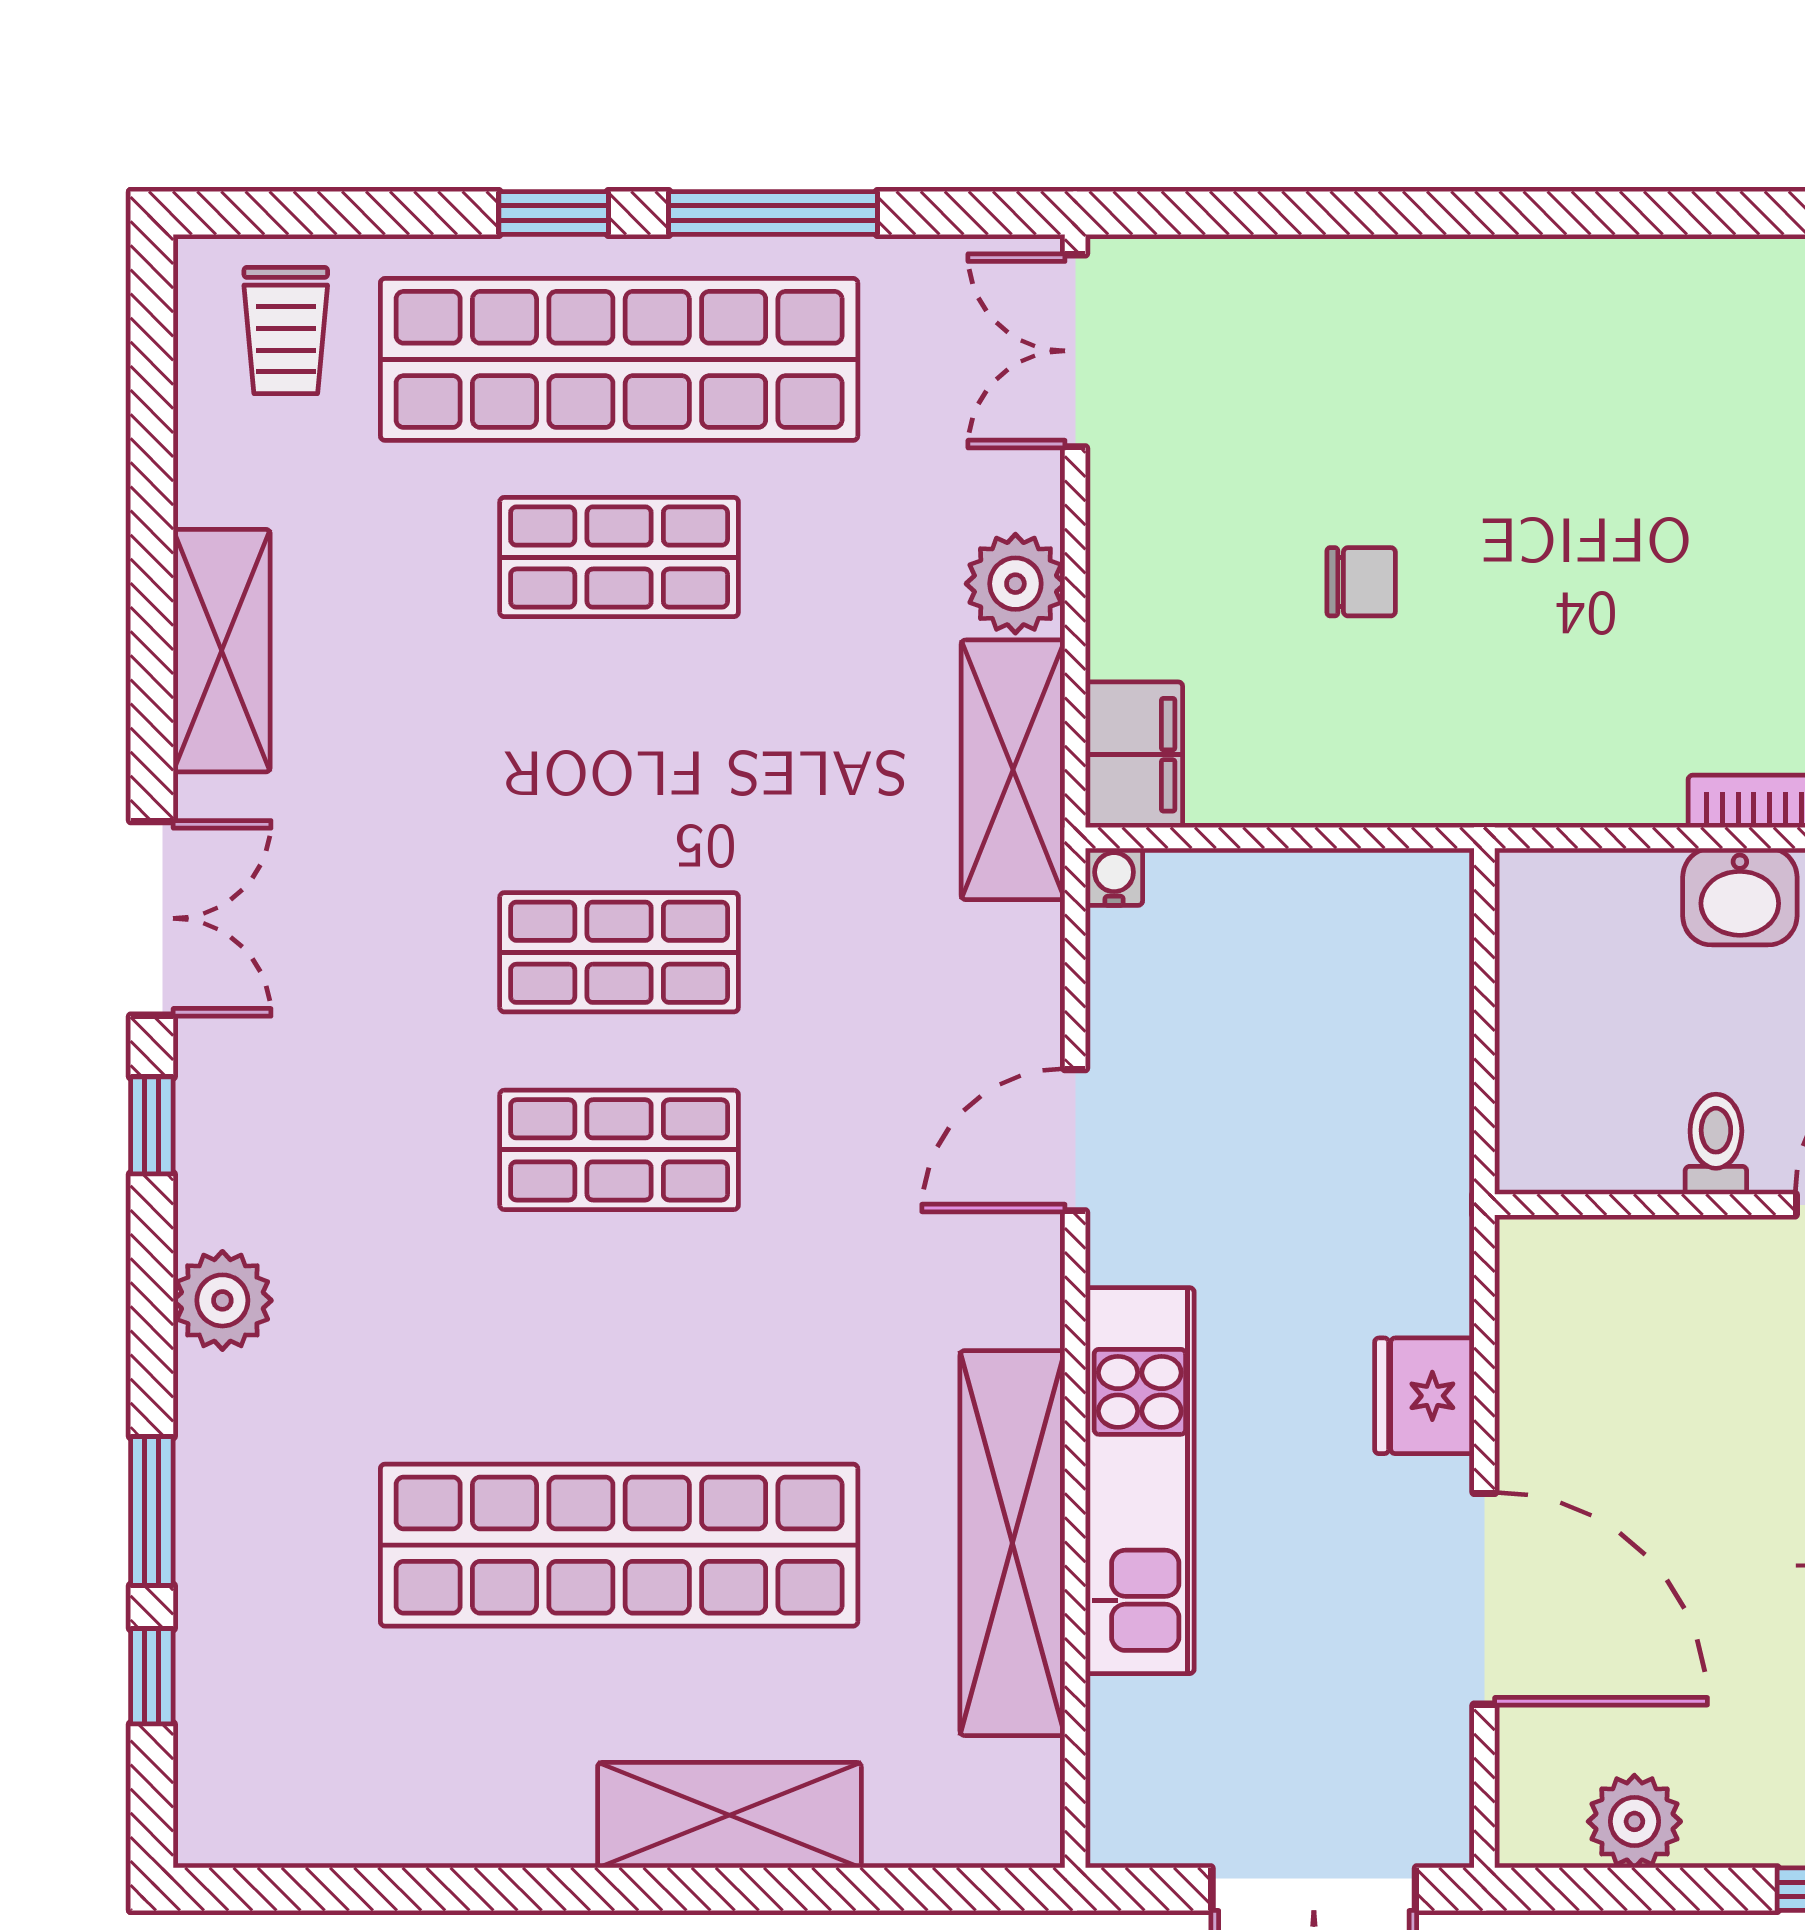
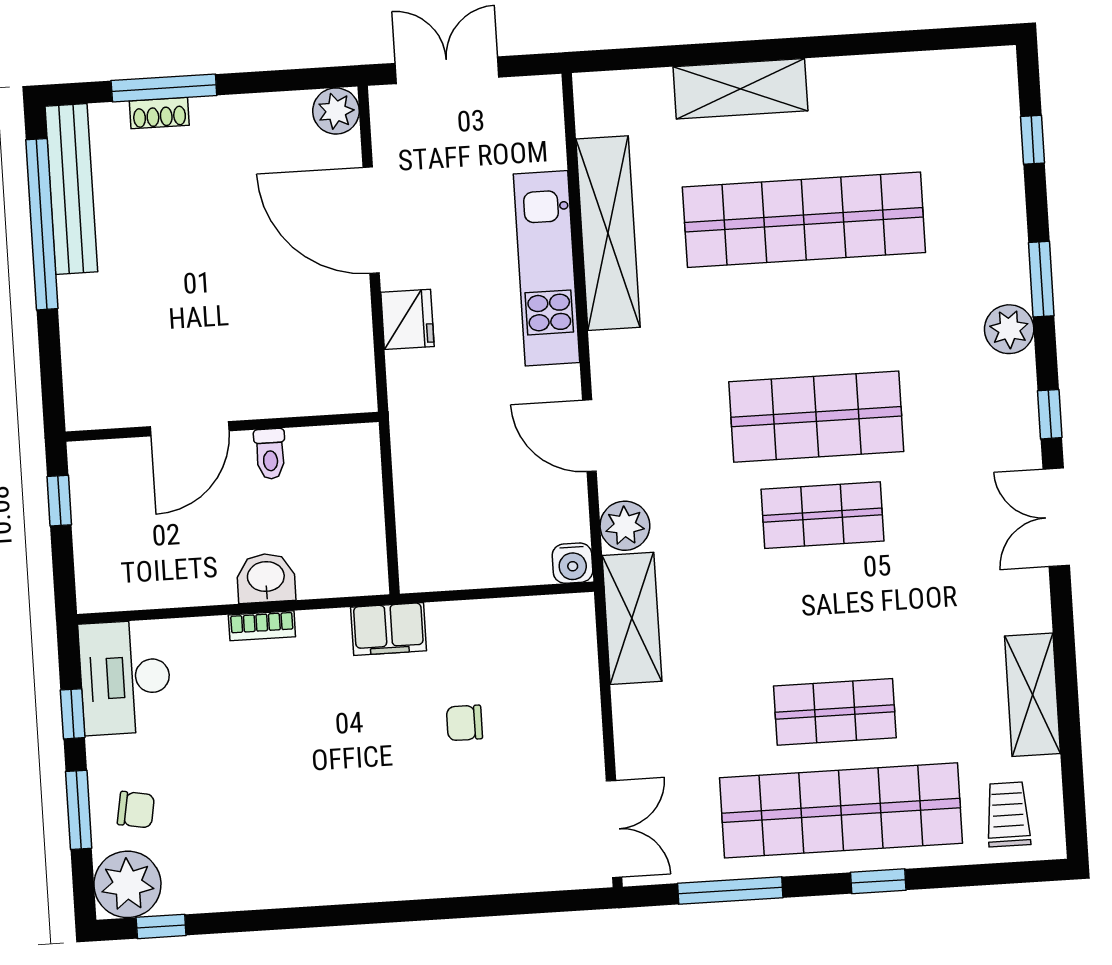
window: (773, 213) -> (730, 891), moved
plant: (1015, 584) -> (625, 526), moved
shelving: (222, 651) -> (1032, 695), moved
filing cabinet: (1134, 755) -> (389, 629), moved, turned -90
water cooler: (1114, 877) -> (572, 563), width x1.38, depth x1.38
door: (1075, 1140) -> (589, 436), swing flipped
shop shelf: (619, 1150) -> (816, 417), width x1.43, depth x1.36
window: (152, 1511) -> (1041, 279), moved
plant: (1634, 1821) -> (336, 111), moved

